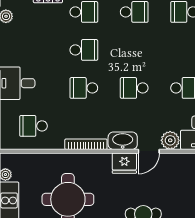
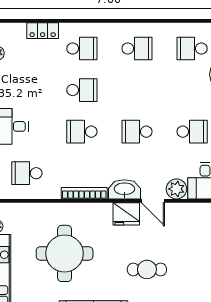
door: (149, 151) -> (153, 201), hinge flipped

